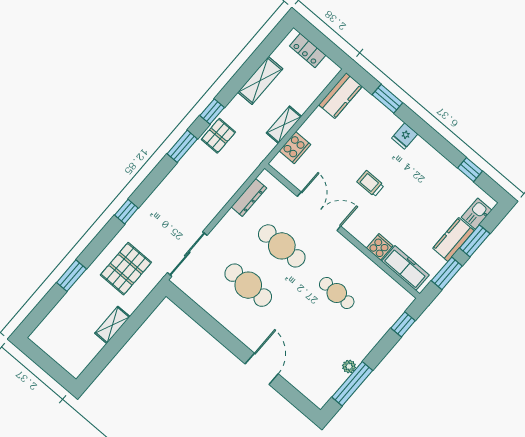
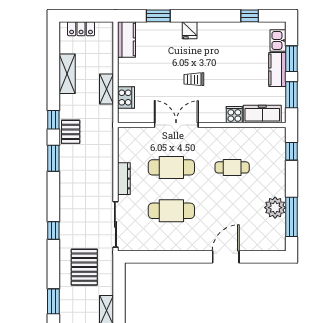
dresser: (249, 197) -> (124, 179), moved
plant: (349, 366) -> (275, 208), width x1.87, depth x1.87
door: (262, 369) -> (226, 257), hinge flipped

